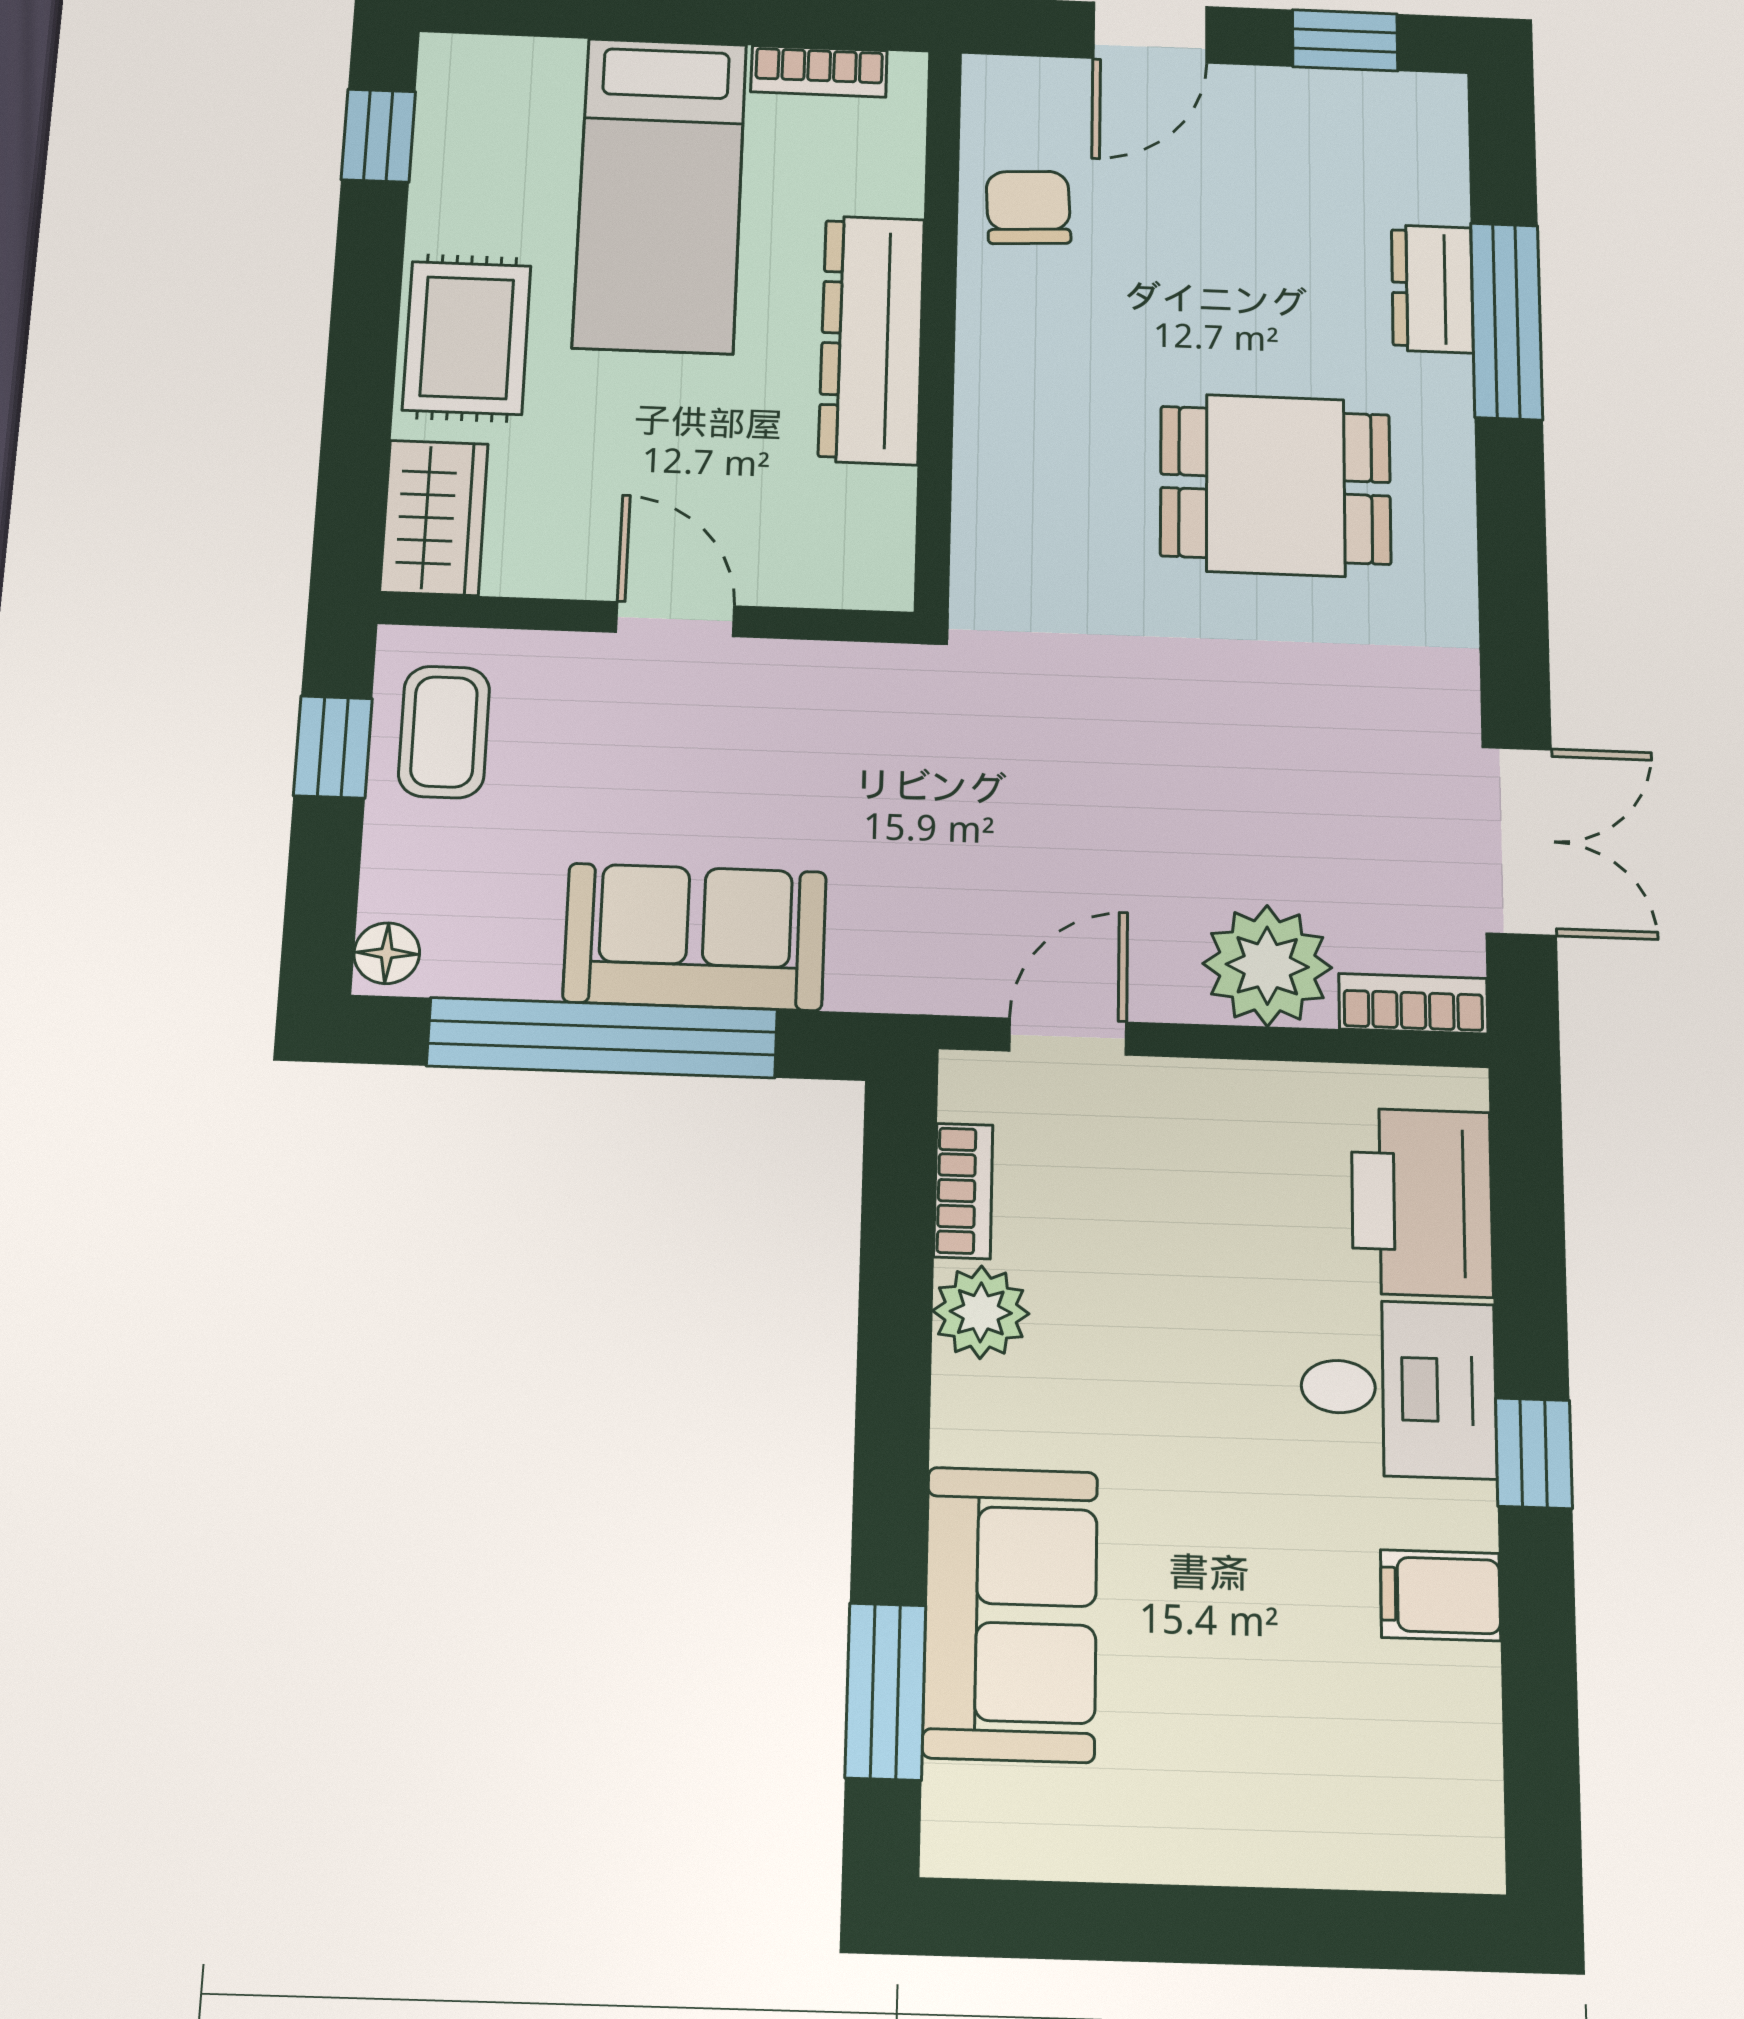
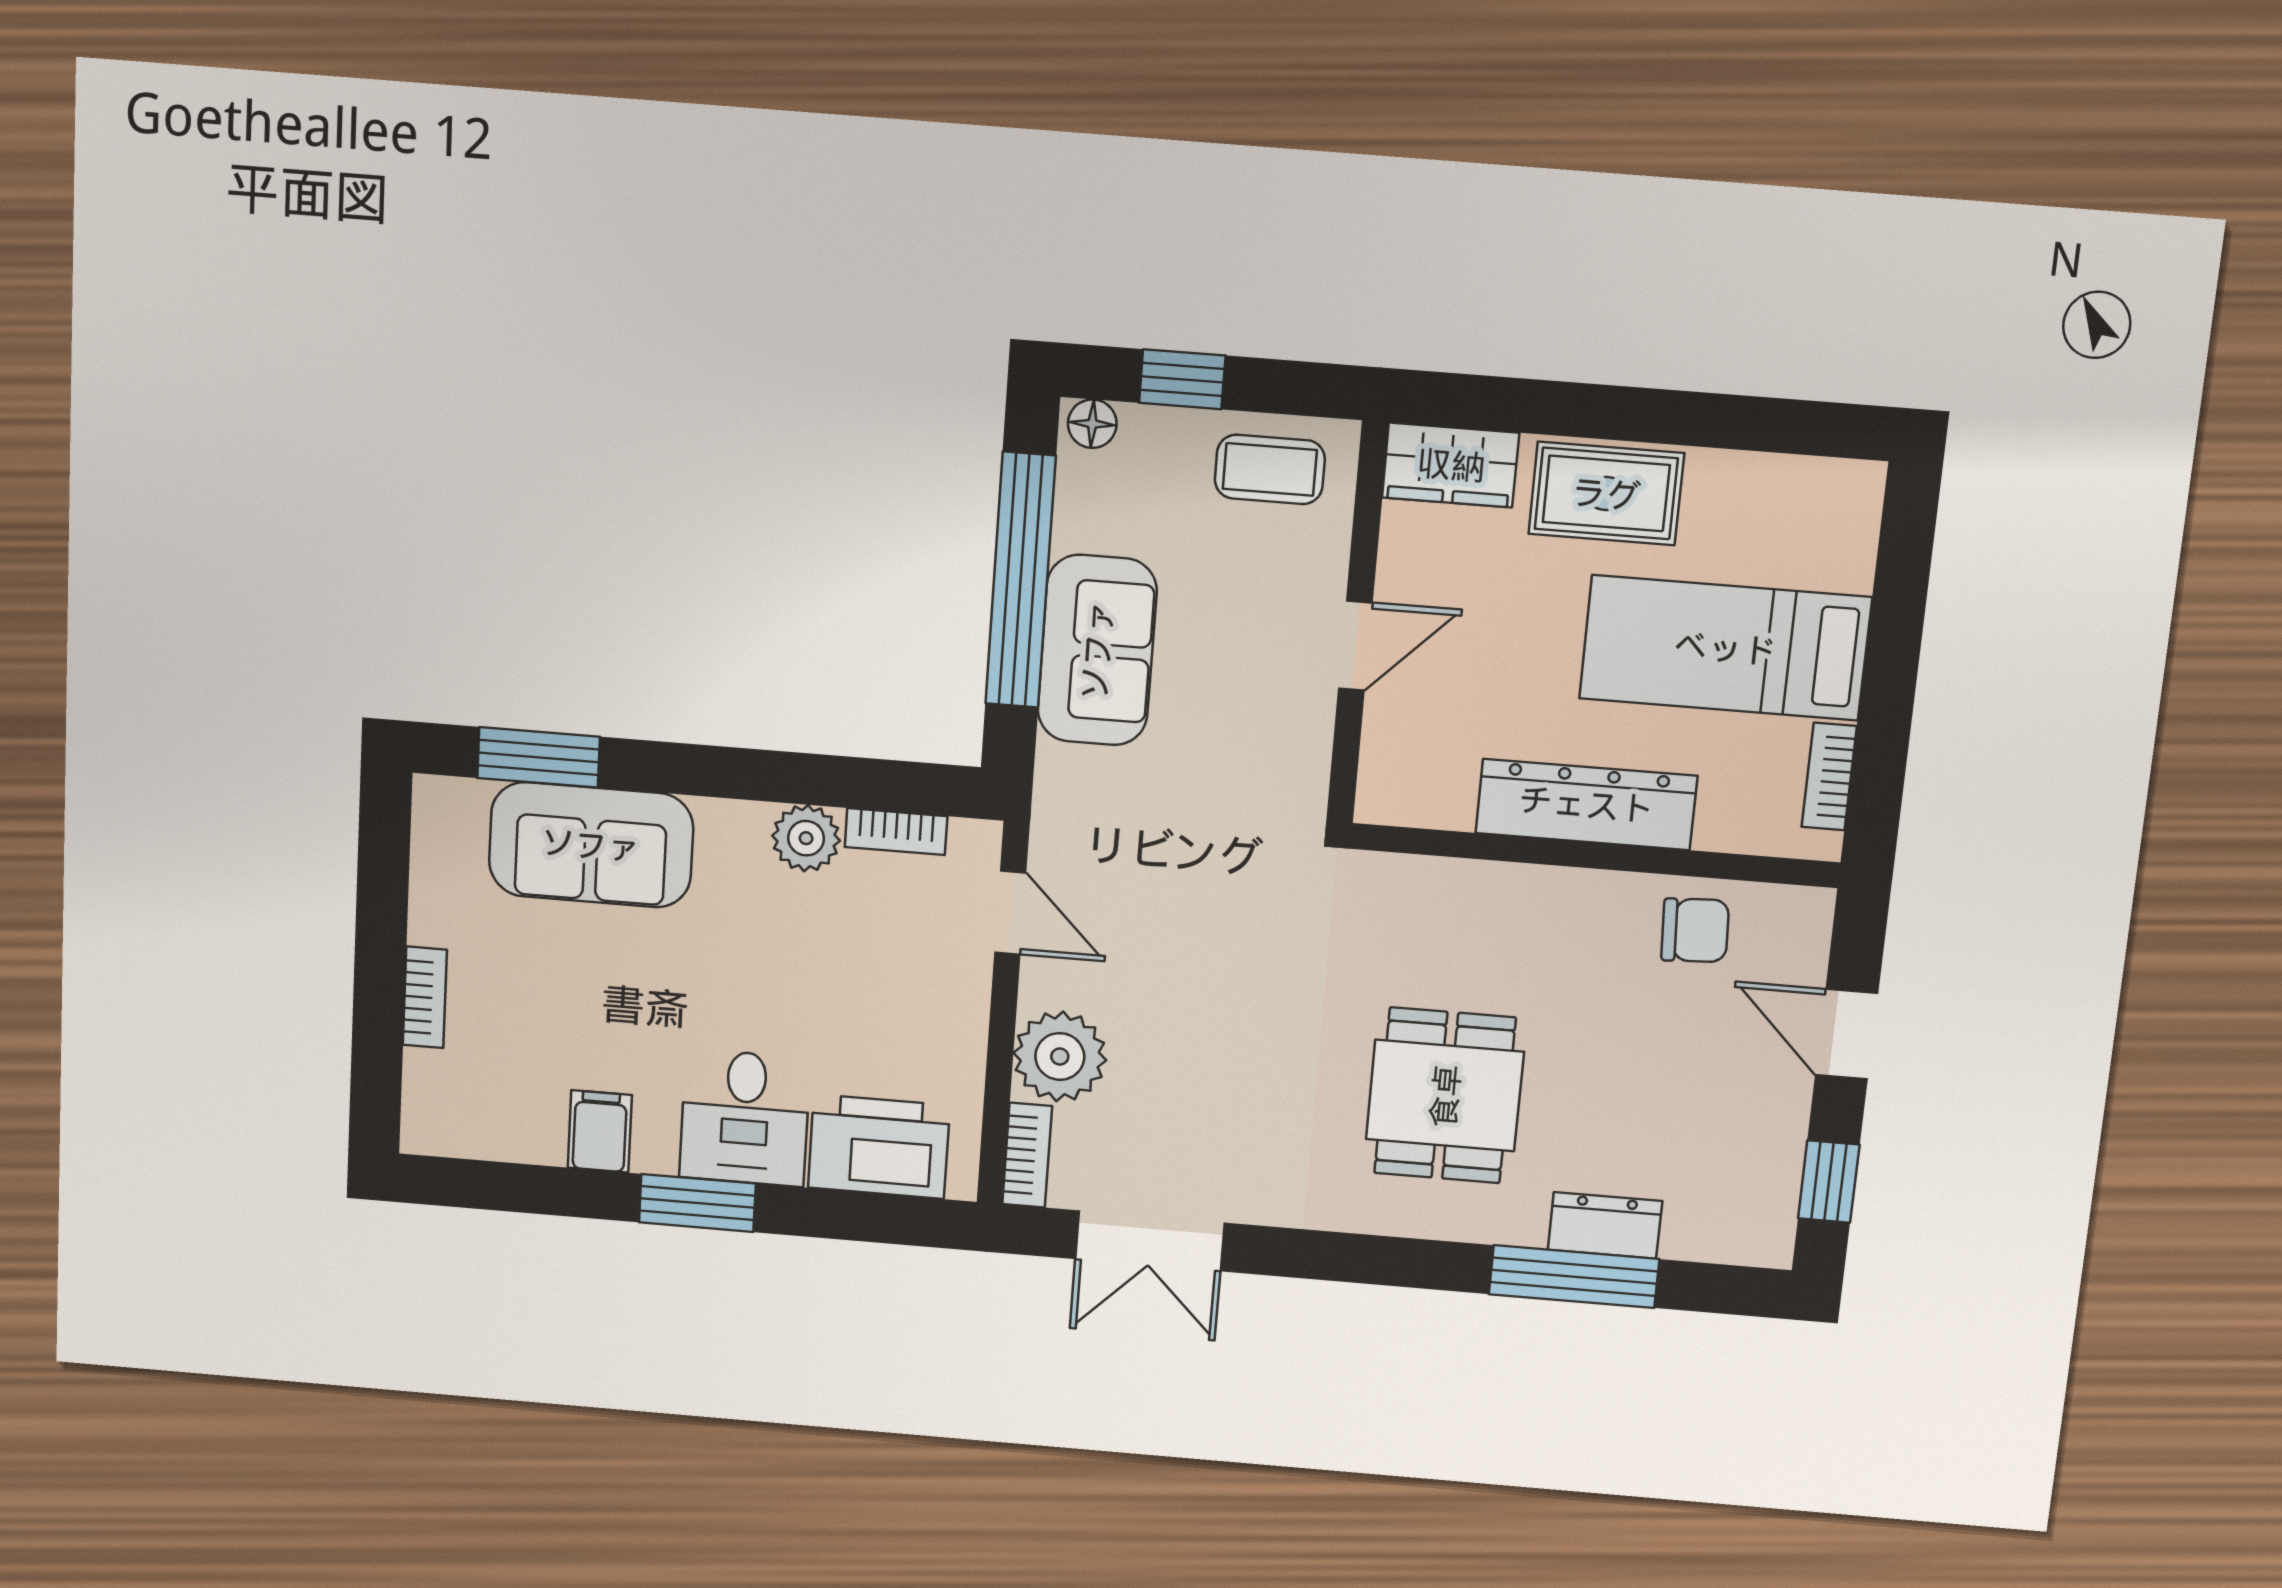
window: (378, 136) -> (1794, 427), removed
window: (333, 747) -> (1182, 379), moved
window: (1534, 1453) -> (697, 1203), width x1.50
bookcase: (1260, 1857) -> (425, 997), added

